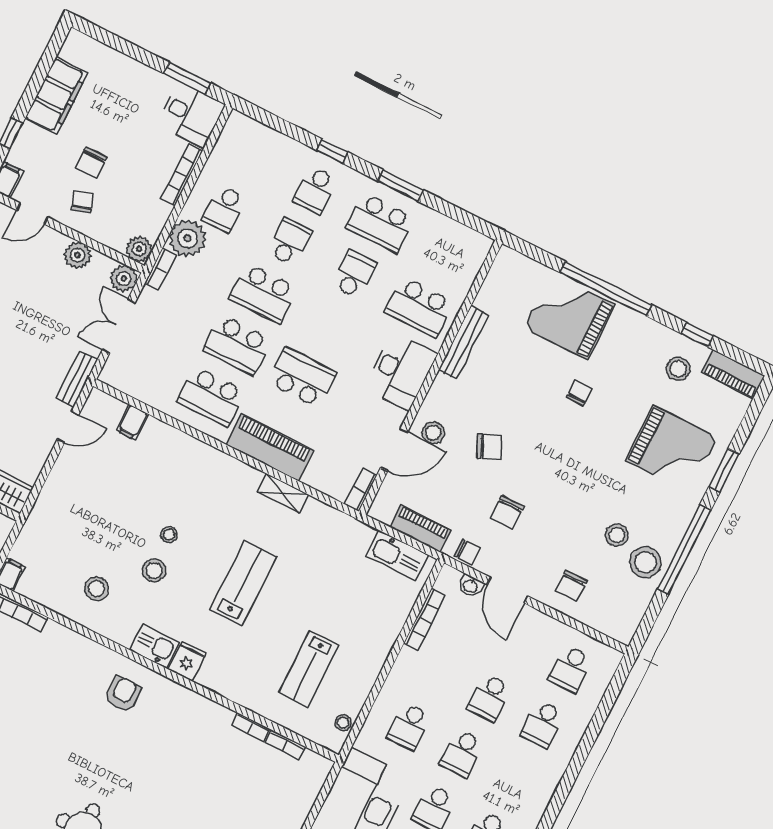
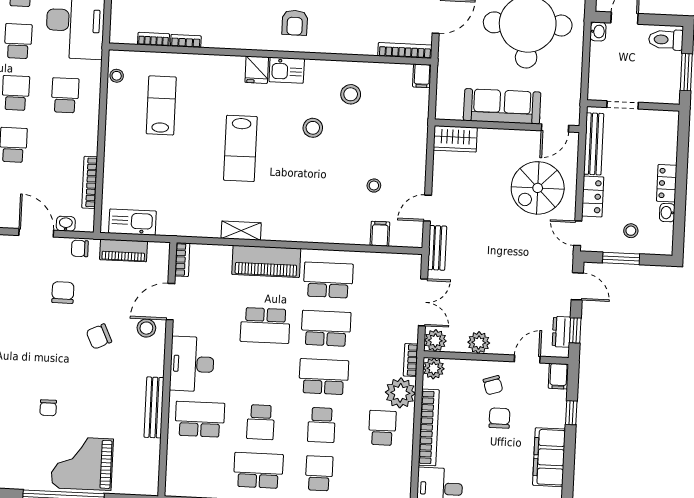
bookcase: (182, 175) -> (429, 427), width x1.48, depth x1.31
grand piano: (569, 316) -> (82, 463), turned 180
stool: (169, 535) -> (374, 186), moved

